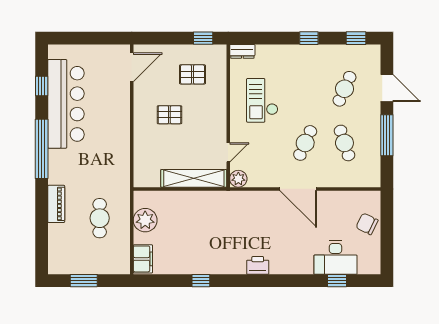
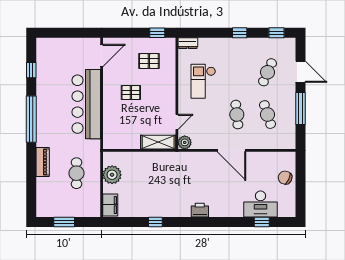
bar counter: (66, 104) -> (86, 104), moved, turned 180
cafe table: (305, 143) -> (237, 115), turned -30
shelving: (194, 178) -> (158, 142), width x0.68

